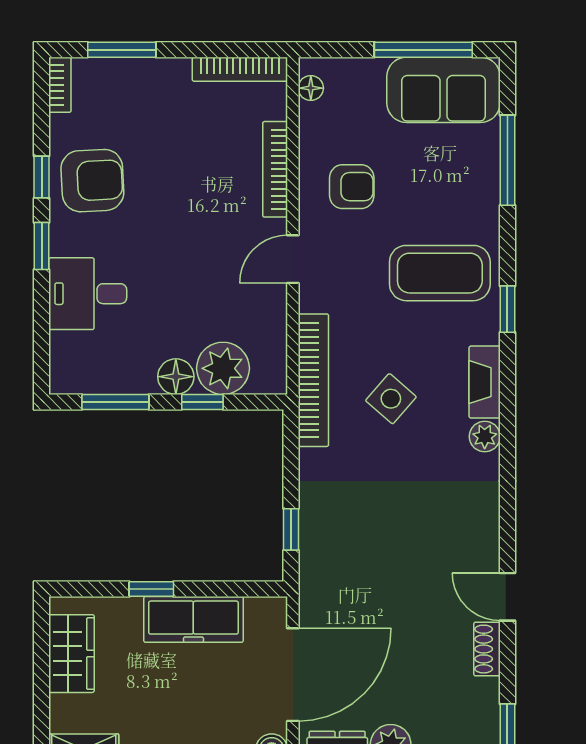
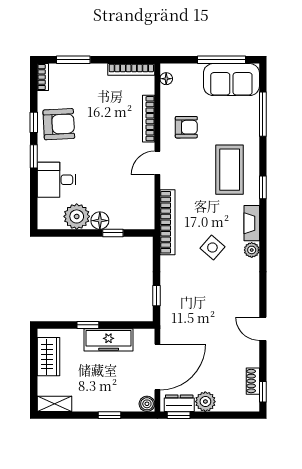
coffee table: (440, 273) -> (230, 170), turned 90
plant: (223, 368) -> (77, 216), moved
side table: (391, 399) -> (212, 248), moved
window: (115, 402) -> (70, 233), removed
shoe rack: (487, 649) -> (253, 381), moved

